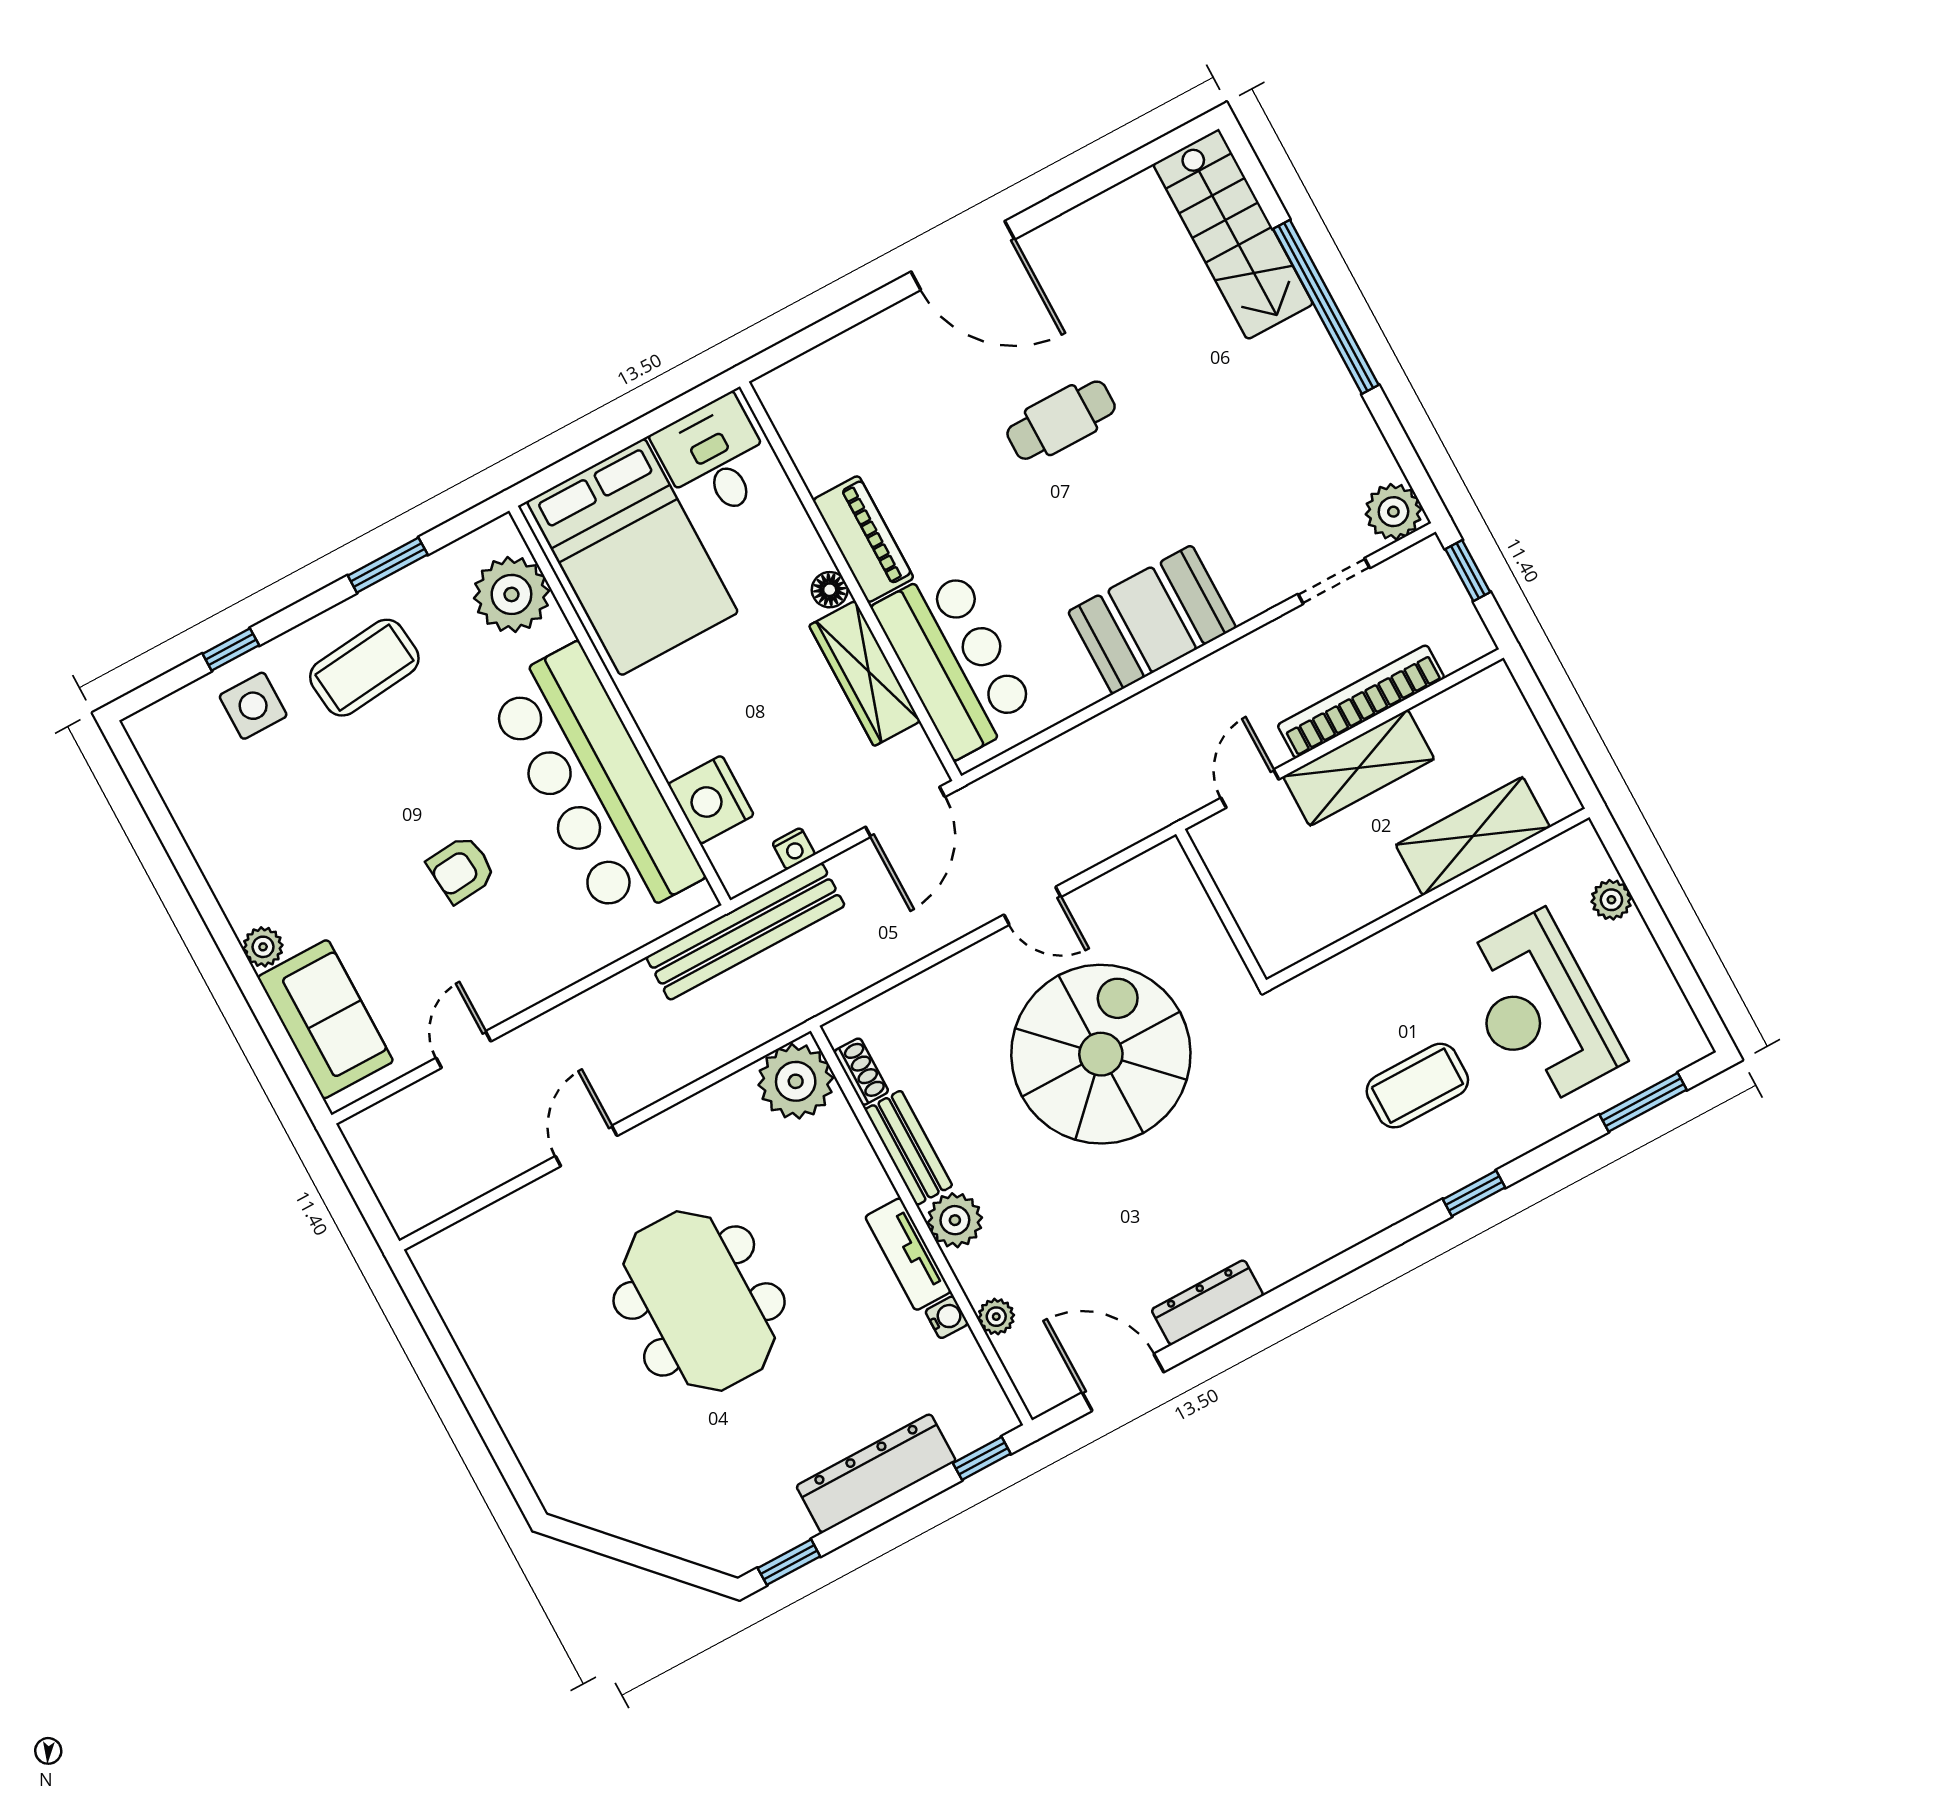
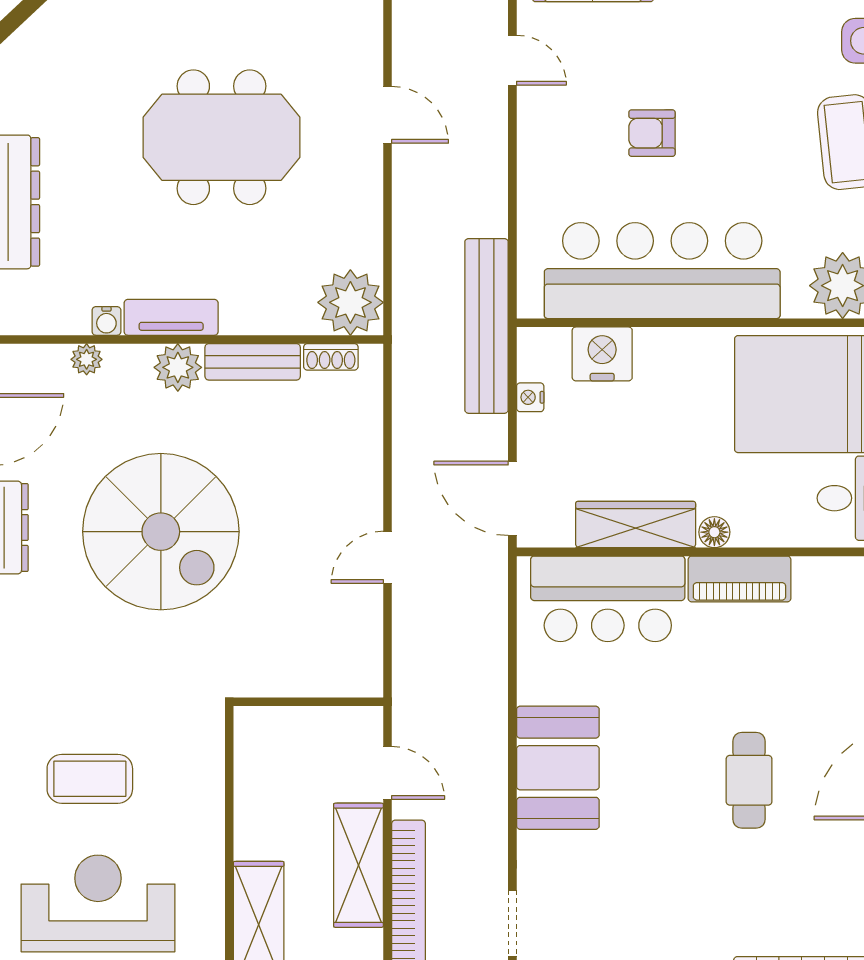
armchair: (461, 869) -> (652, 133), turned -85
spiral stairs: (1101, 1054) -> (161, 532), moved
coffee table: (1417, 1086) -> (90, 779), turned 90

